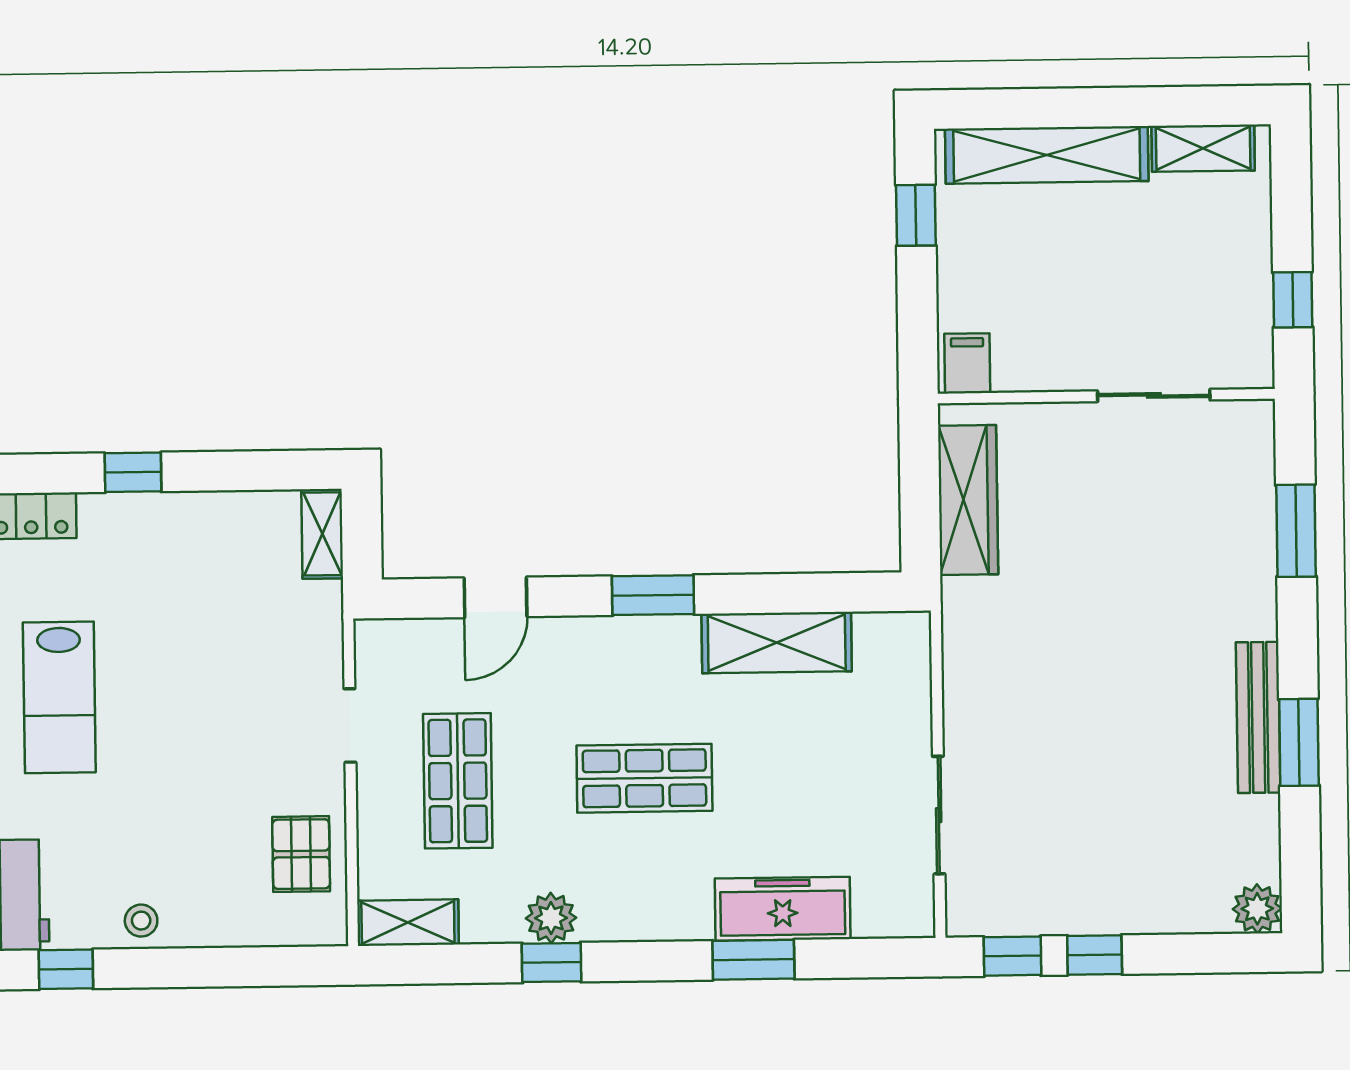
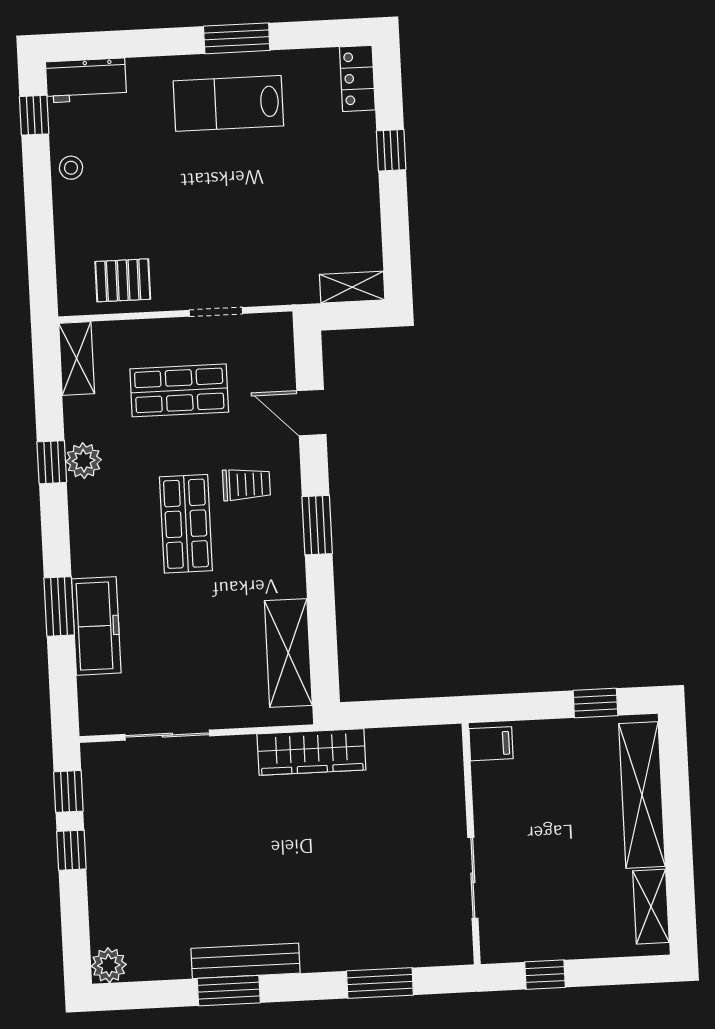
wardrobe: (968, 500) -> (311, 752), moved
shelving: (777, 643) -> (288, 653), moved
trolley: (593, 692) -> (246, 484), added

